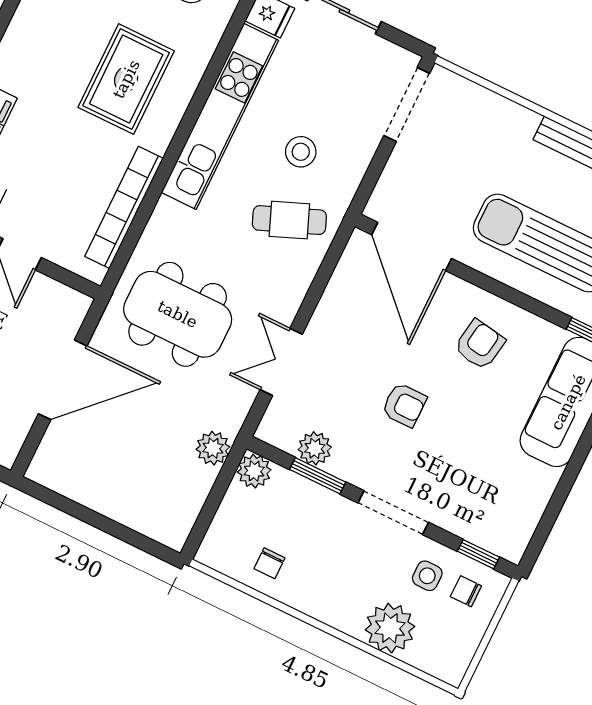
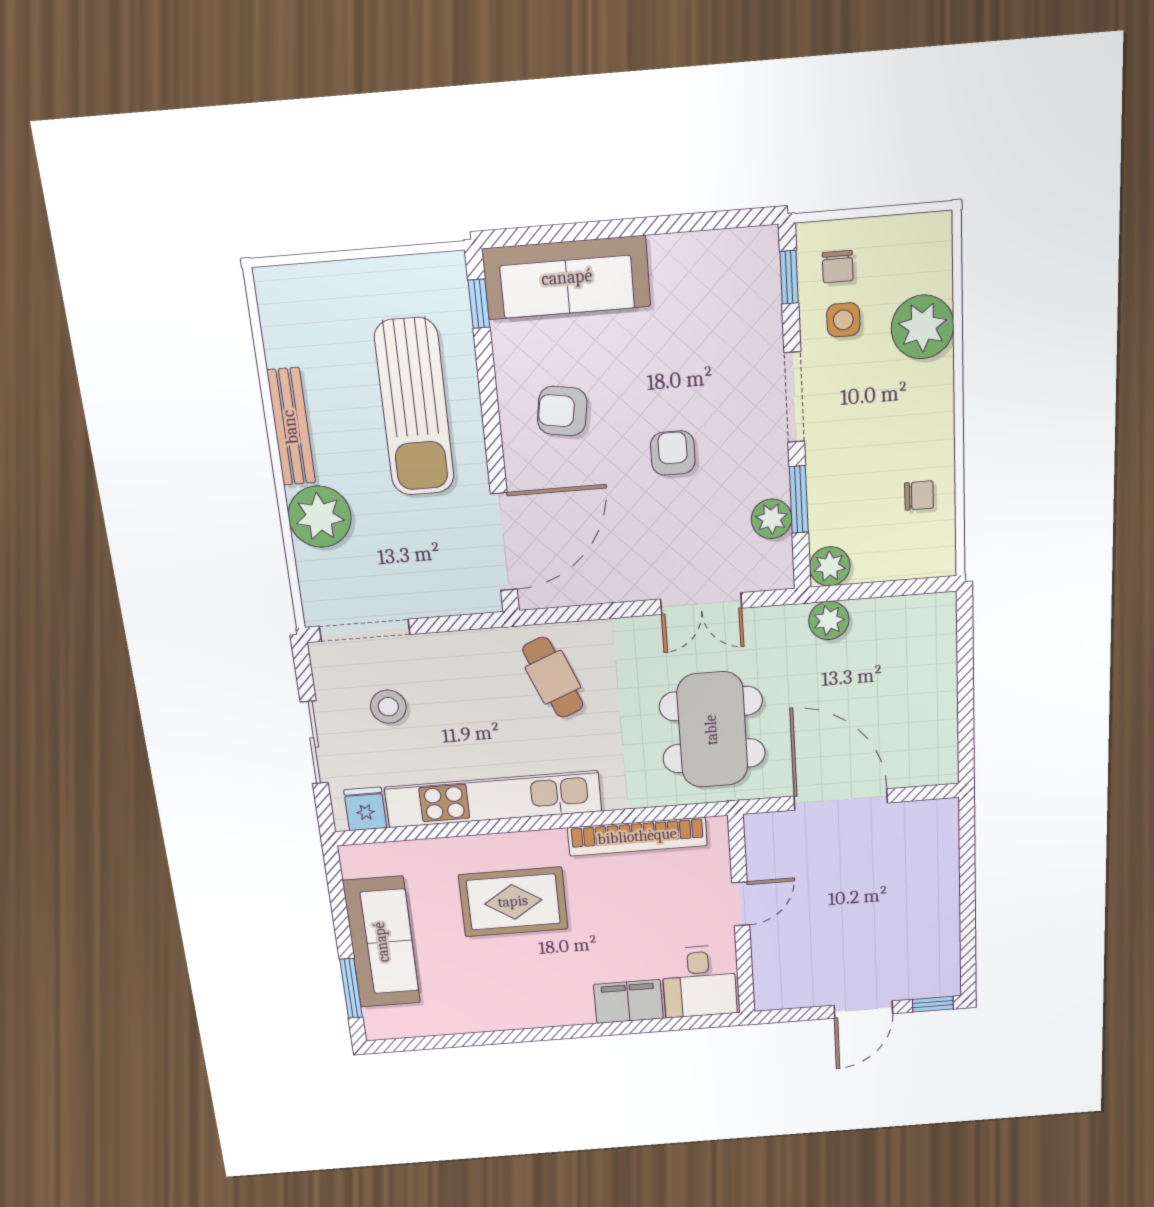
plant: (508, 127) -> (320, 517), added
stool: (301, 152) -> (388, 707), moved

